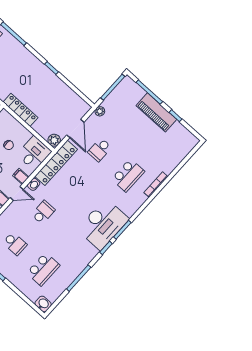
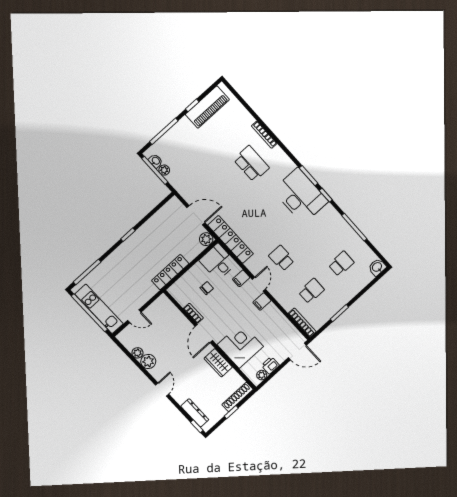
plant: (100, 111) -> (164, 170), moved
piano: (156, 112) -> (207, 107), moved
school desk: (100, 150) -> (221, 191), removed
washbasin: (34, 184) -> (156, 161), moved
school desk: (43, 269) -> (341, 264), width x0.54

